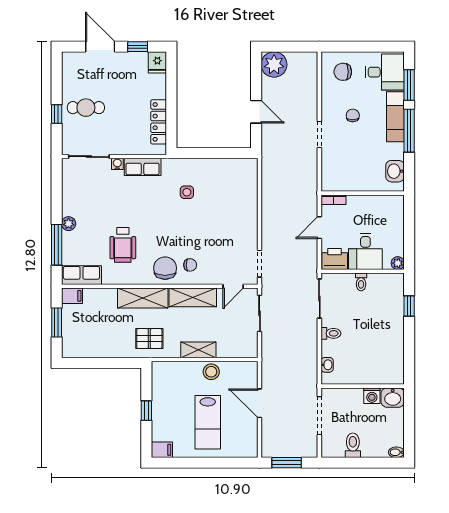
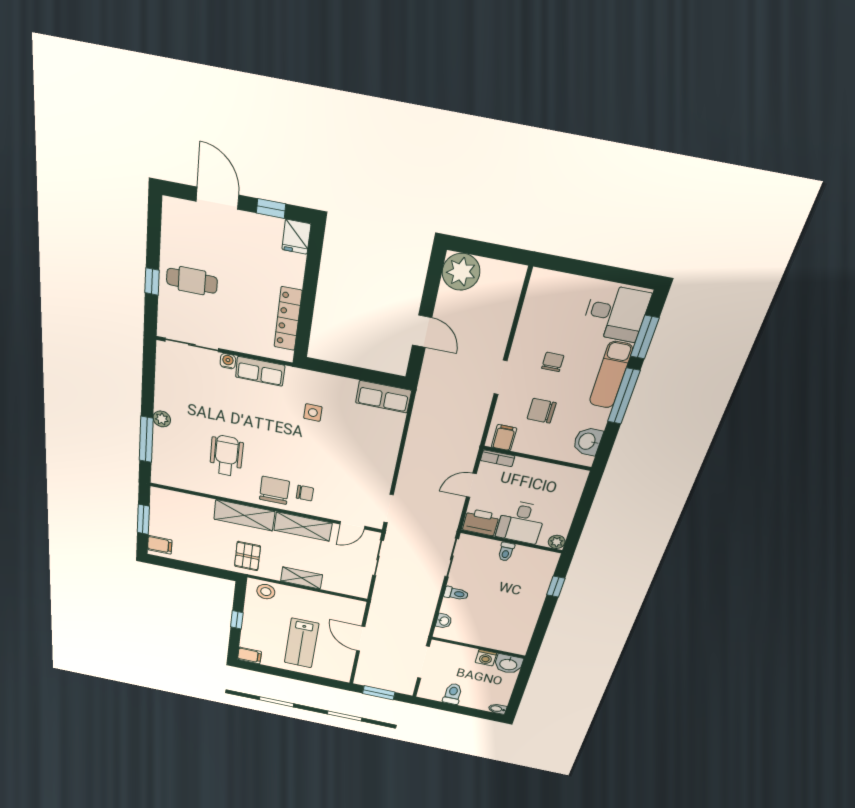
chair: (343, 72) -> (542, 411), moved
filing cabinet: (334, 182) -> (504, 438), added
wheelchair: (123, 245) -> (226, 456), turned 180
row of seats: (81, 275) -> (383, 397), moved, turned 180
filing cabinet: (72, 296) -> (160, 545), moved
pallet: (149, 339) -> (247, 556), turned 90
stool: (211, 372) -> (266, 592), moved

